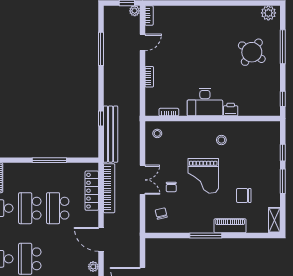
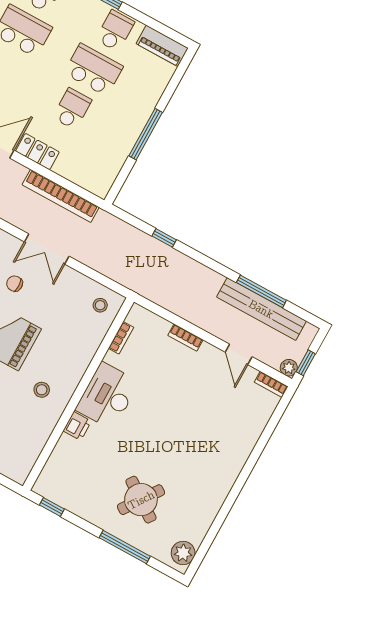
bench: (111, 134) -> (261, 309), moved
locker: (92, 191) -> (37, 152), moved, width x0.66
school desk: (58, 208) -> (72, 109), width x0.54

